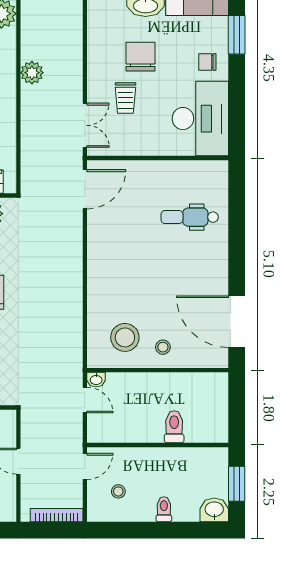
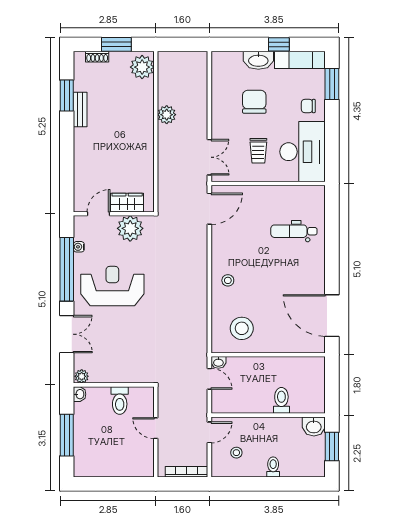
trolley: (125, 98) -> (258, 151), moved
stool: (163, 347) -> (228, 280), moved
washbasin: (214, 510) -> (314, 426), moved, turned 180

